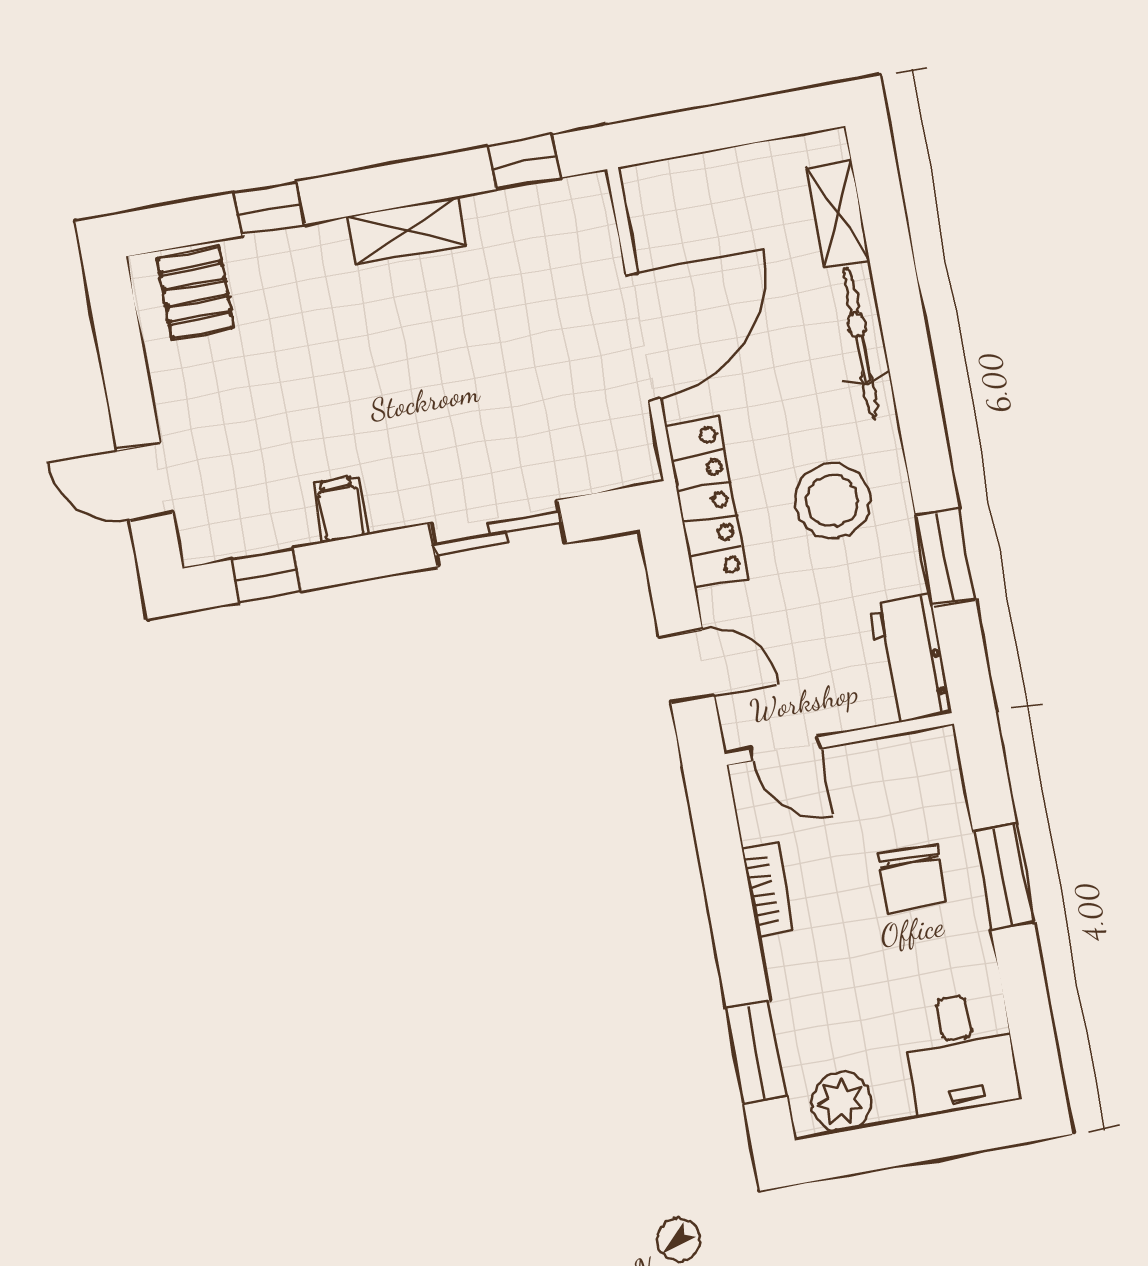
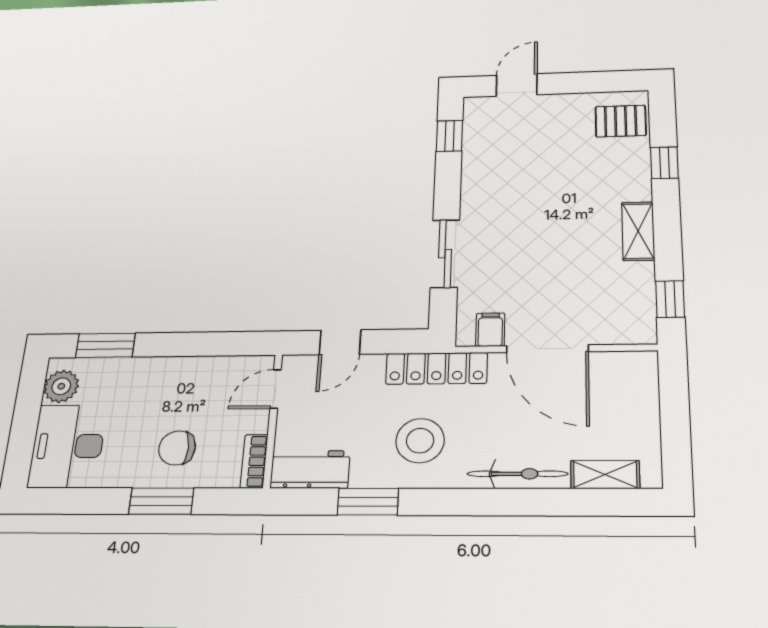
filing cabinet: (341, 509) -> (490, 330), moved, turned -90
bookcase: (767, 889) -> (254, 461), moved, turned 90
desk: (960, 1053) -> (68, 446), width x1.37

